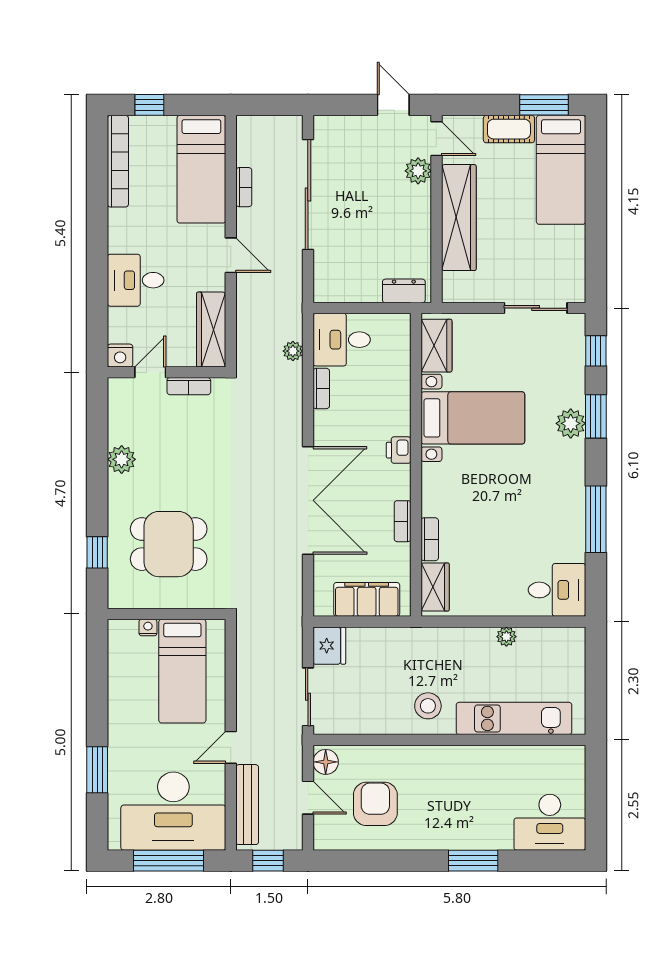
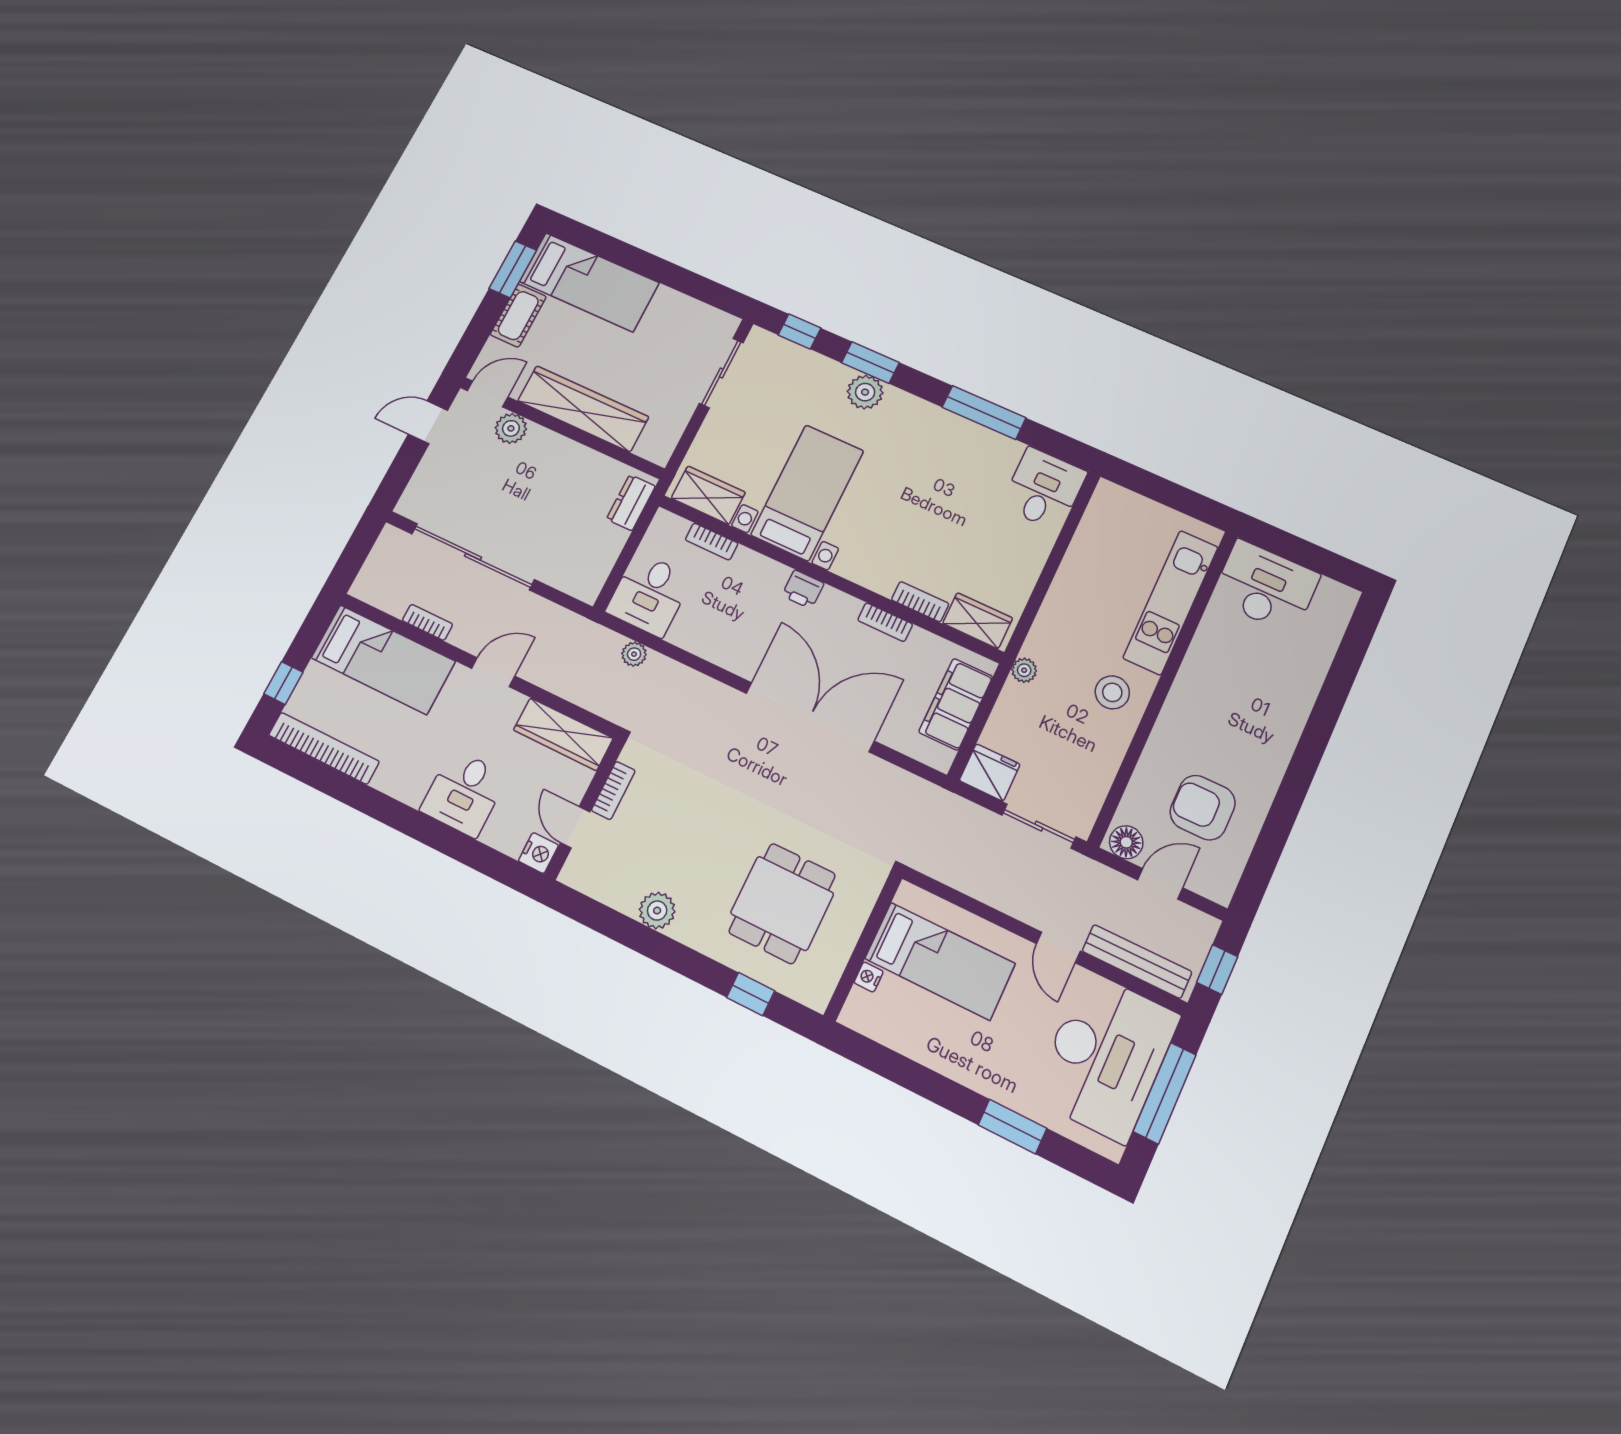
bookcase: (321, 388) -> (712, 542), moved, turned 180
plant: (506, 637) -> (1024, 670), moved
desk: (550, 822) -> (1266, 587), moved, turned -90
window: (473, 861) -> (1320, 725), removed

